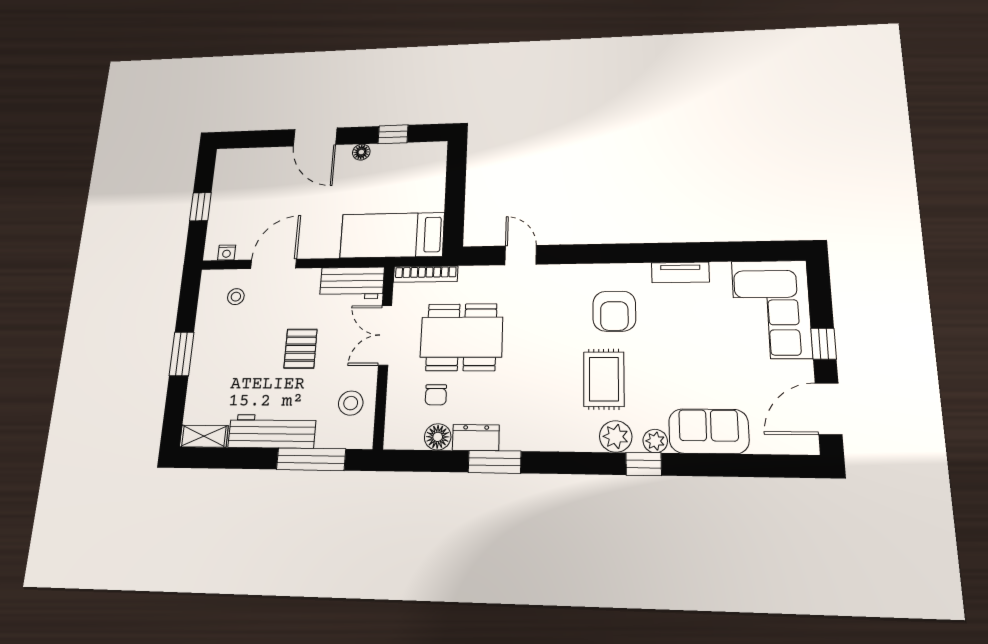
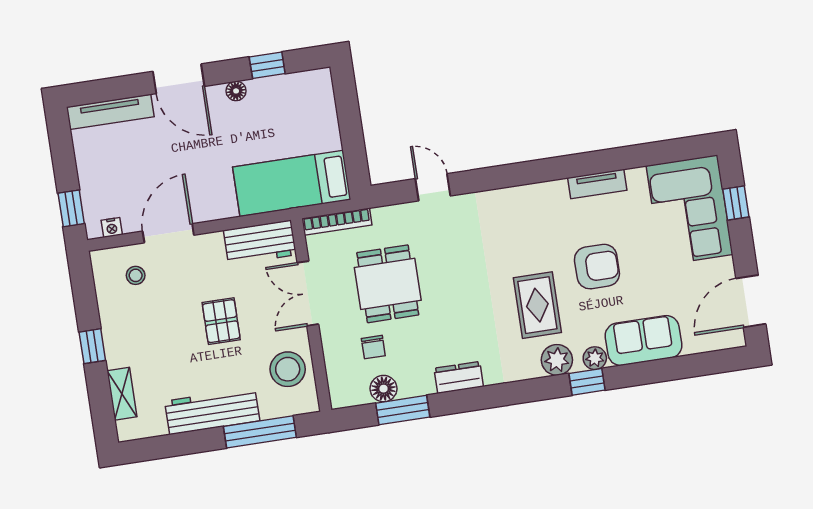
tv unit: (251, 157) -> (110, 112), added
window: (200, 207) -> (71, 208), moved
armchair: (614, 311) -> (597, 267), moved, turned -90
dining table: (461, 337) -> (388, 284), width x0.73
window: (824, 344) -> (736, 203), moved
window: (182, 354) -> (92, 346), width x0.67
stool: (351, 403) -> (288, 369), width x1.38, depth x1.38
shelving: (204, 436) -> (122, 394), moved, turned 90
dresser: (476, 438) -> (459, 377), moved
window: (495, 462) -> (403, 410), moved

